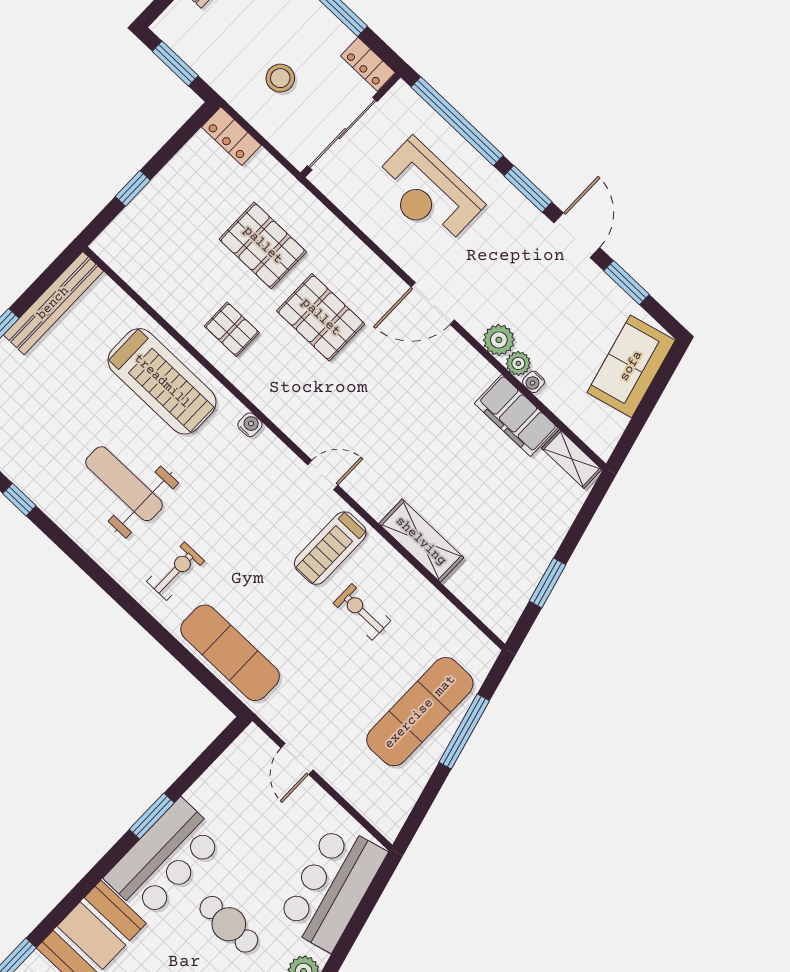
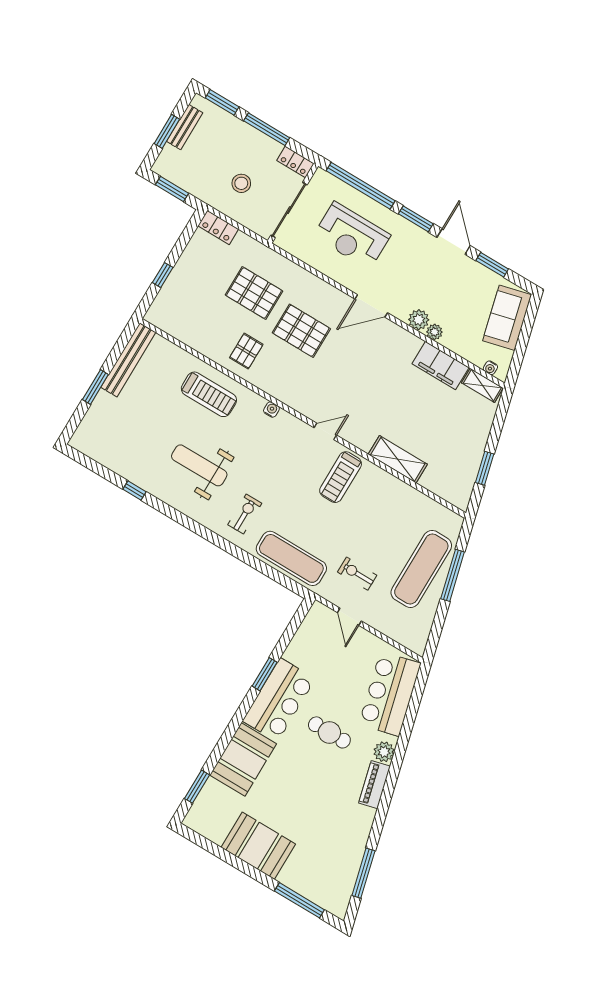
pallet: (232, 329) -> (246, 351), turned 90
treadmill: (162, 381) -> (209, 394), width x0.73, depth x0.73
water cooler: (533, 382) -> (490, 368), moved
exercise bike: (362, 612) -> (357, 574), moved

